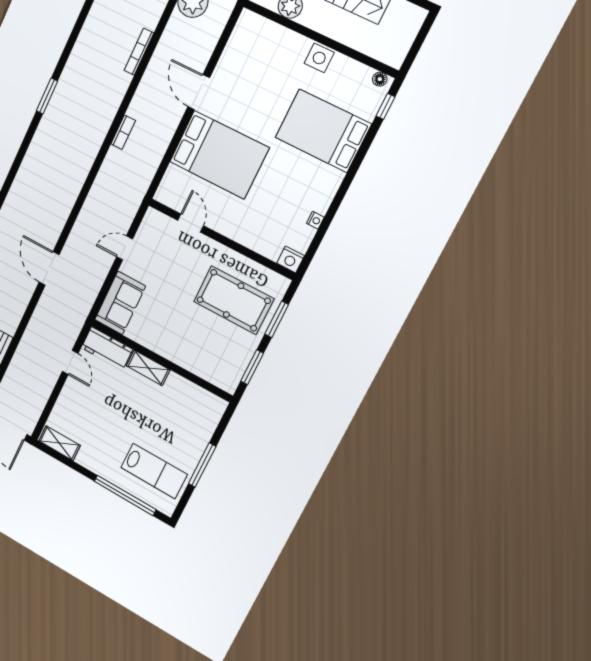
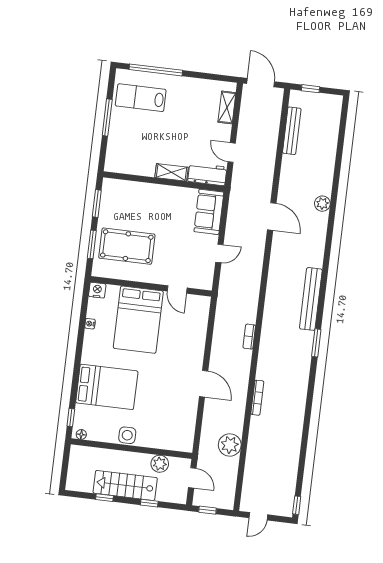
bench: (36, 152) -> (311, 299), added
bed: (219, 155) -> (138, 320), moved, turned -90
shelving: (59, 443) -> (227, 107), moved, turned 90

